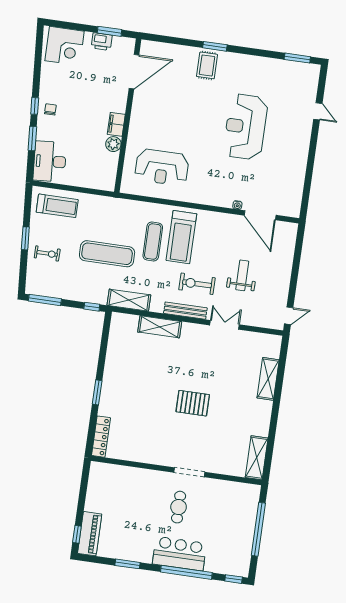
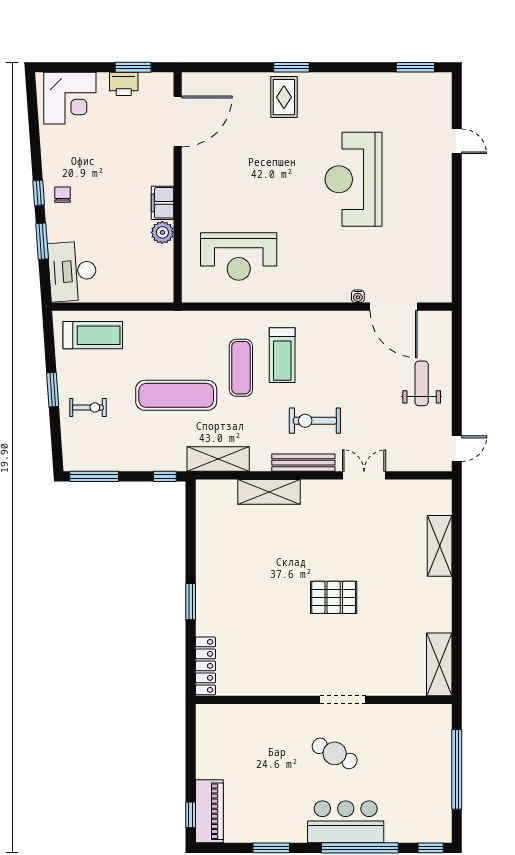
treadmill: (181, 237) -> (282, 355), width x0.73, depth x0.73
weight bench: (242, 275) -> (422, 383), moved
cafe table: (179, 507) -> (335, 753), turned -63

